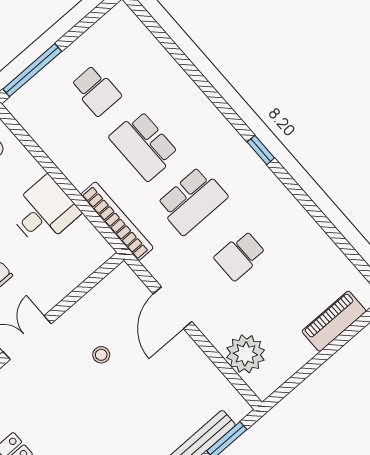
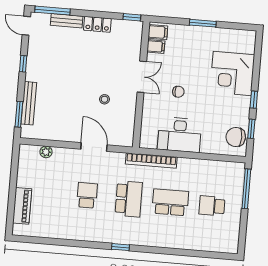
school desk: (192, 201) -> (129, 199), turned 180
desk: (44, 212) -> (179, 135), width x1.37
plant: (245, 354) -> (46, 152), width x0.53, depth x0.53

